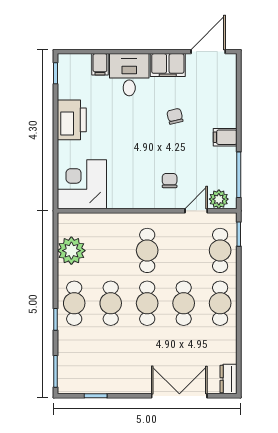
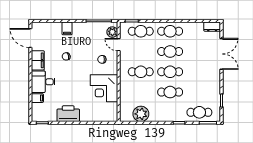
filing cabinet: (225, 137) -> (67, 28), moved
corner desk: (82, 184) -> (104, 88), moved
cafe table: (74, 303) -> (199, 112), moved
double door: (179, 396) -> (222, 54), swing flipped

